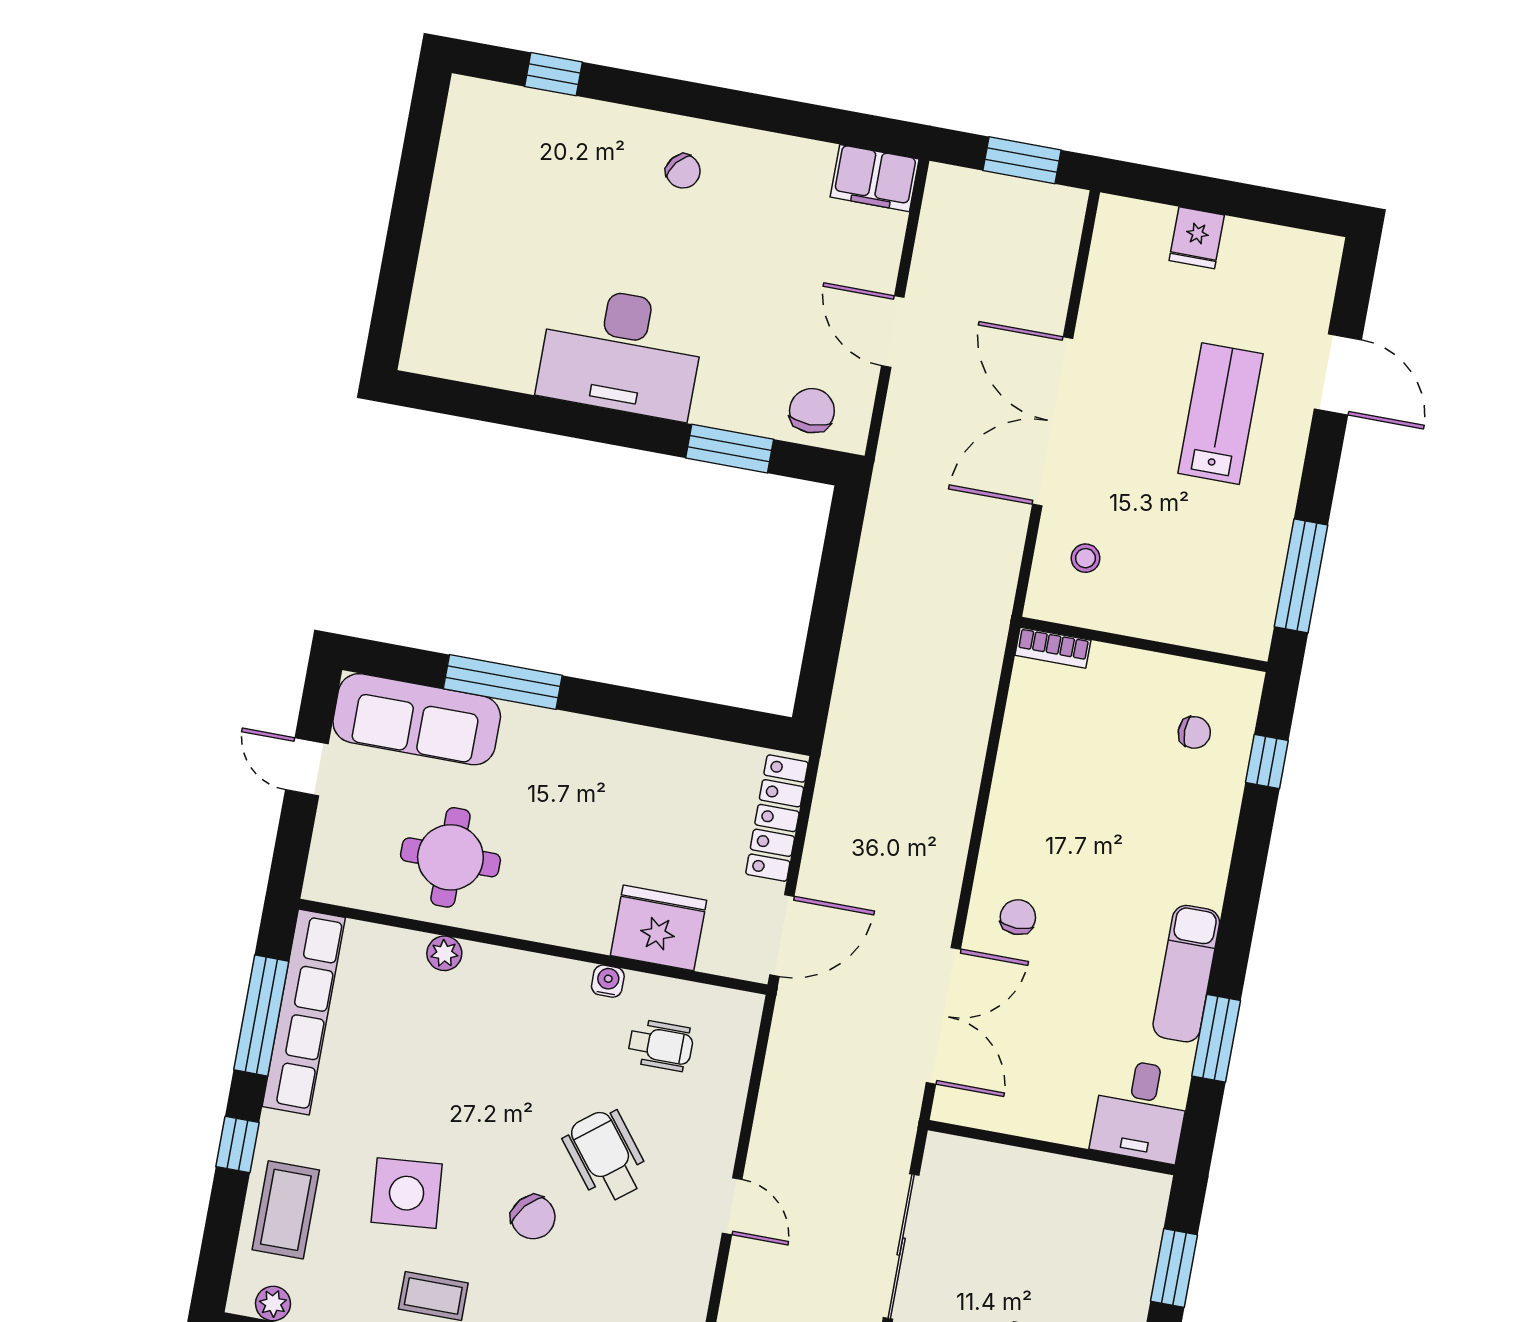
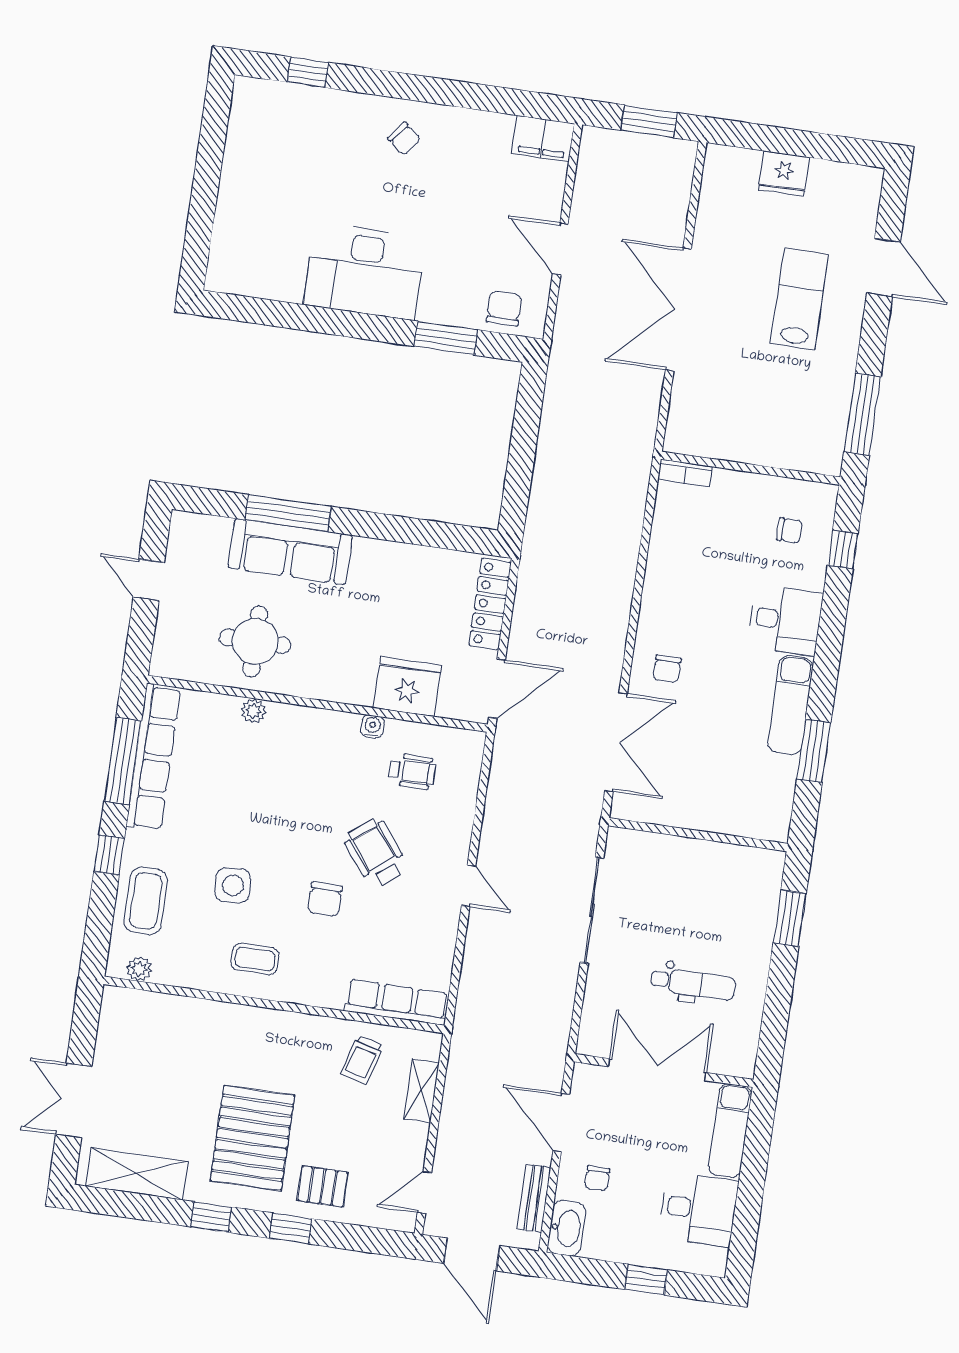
fridge: (1197, 238) -> (784, 174), width x1.38
stool: (1086, 558) -> (706, 407), removed
sofa: (417, 719) -> (290, 552), moved
chair: (1018, 917) -> (667, 669), turned 180
desk: (1141, 1111) -> (785, 620), moved, turned -90
side table: (407, 1193) -> (233, 885), width x0.73, depth x0.73
chair: (533, 1217) -> (325, 899), turned 49

